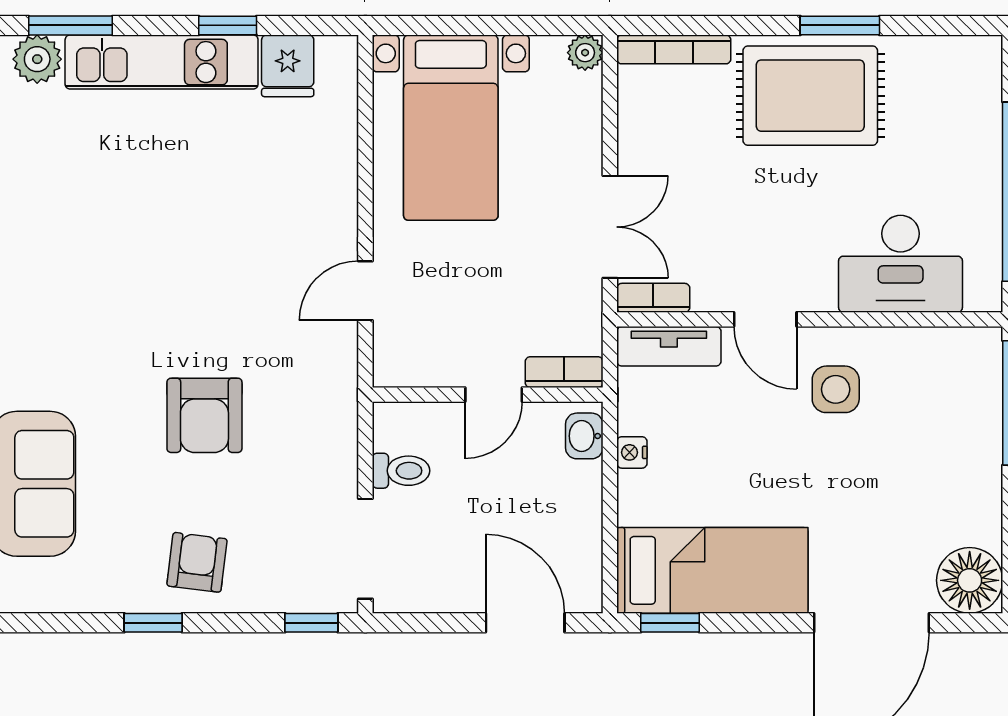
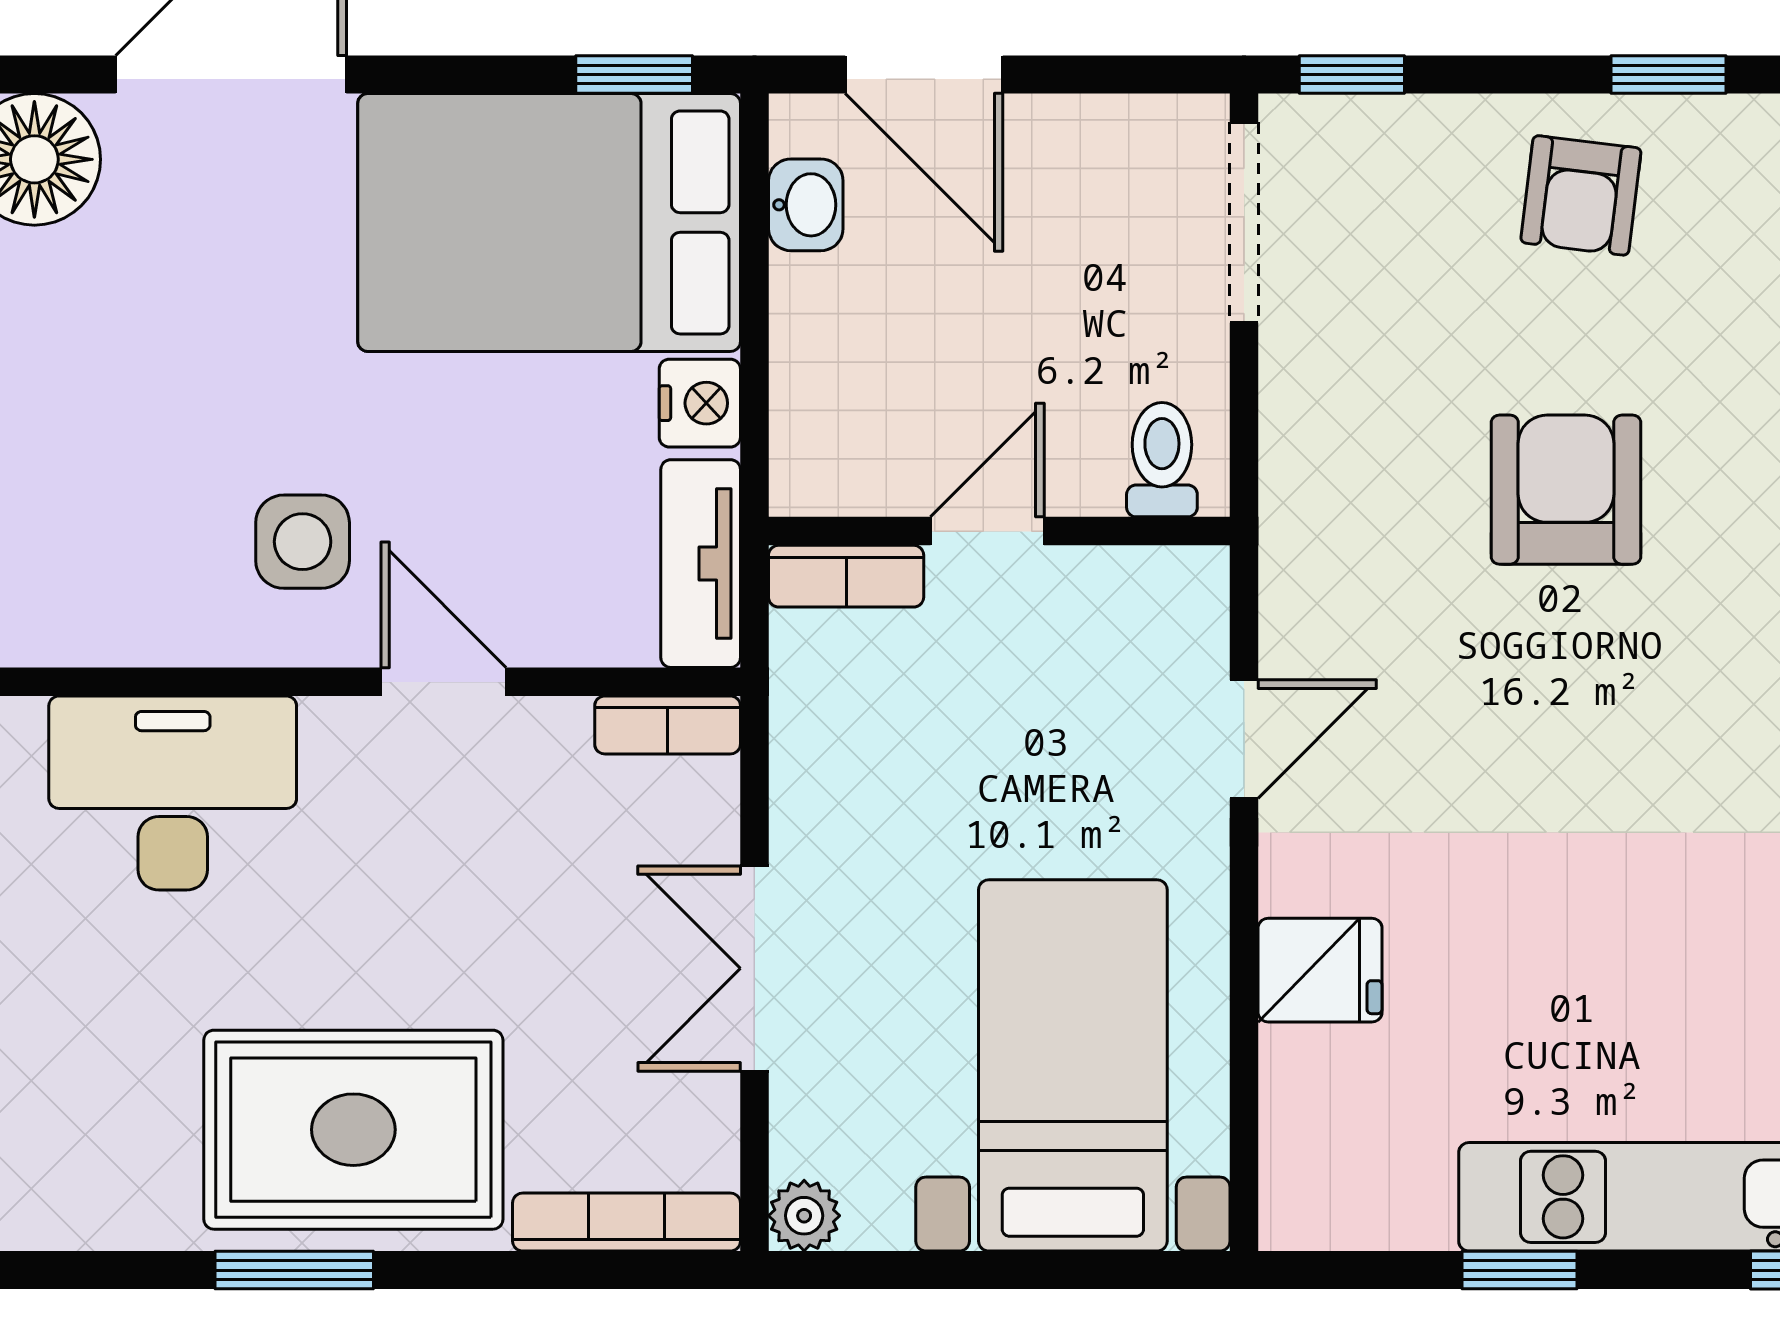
fridge: (288, 66) -> (1320, 970), moved, turned 90
double door: (610, 227) -> (754, 968), moved
tv unit: (669, 346) -> (701, 564), moved, turned -90
washbasin: (584, 436) -> (806, 205), moved
nightstand: (632, 452) -> (700, 403), width x1.39, depth x1.35
toilet: (401, 471) -> (1162, 460), moved, turned 90
bed: (712, 570) -> (549, 222), width x1.50

